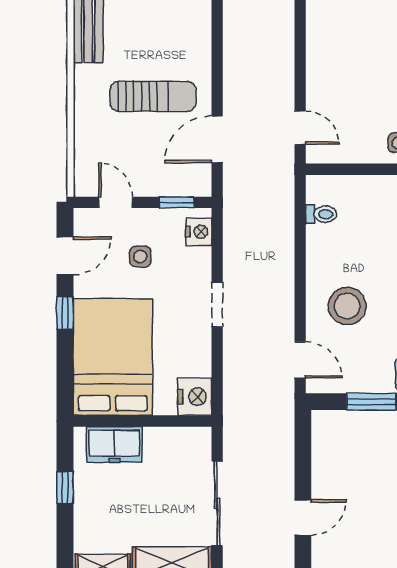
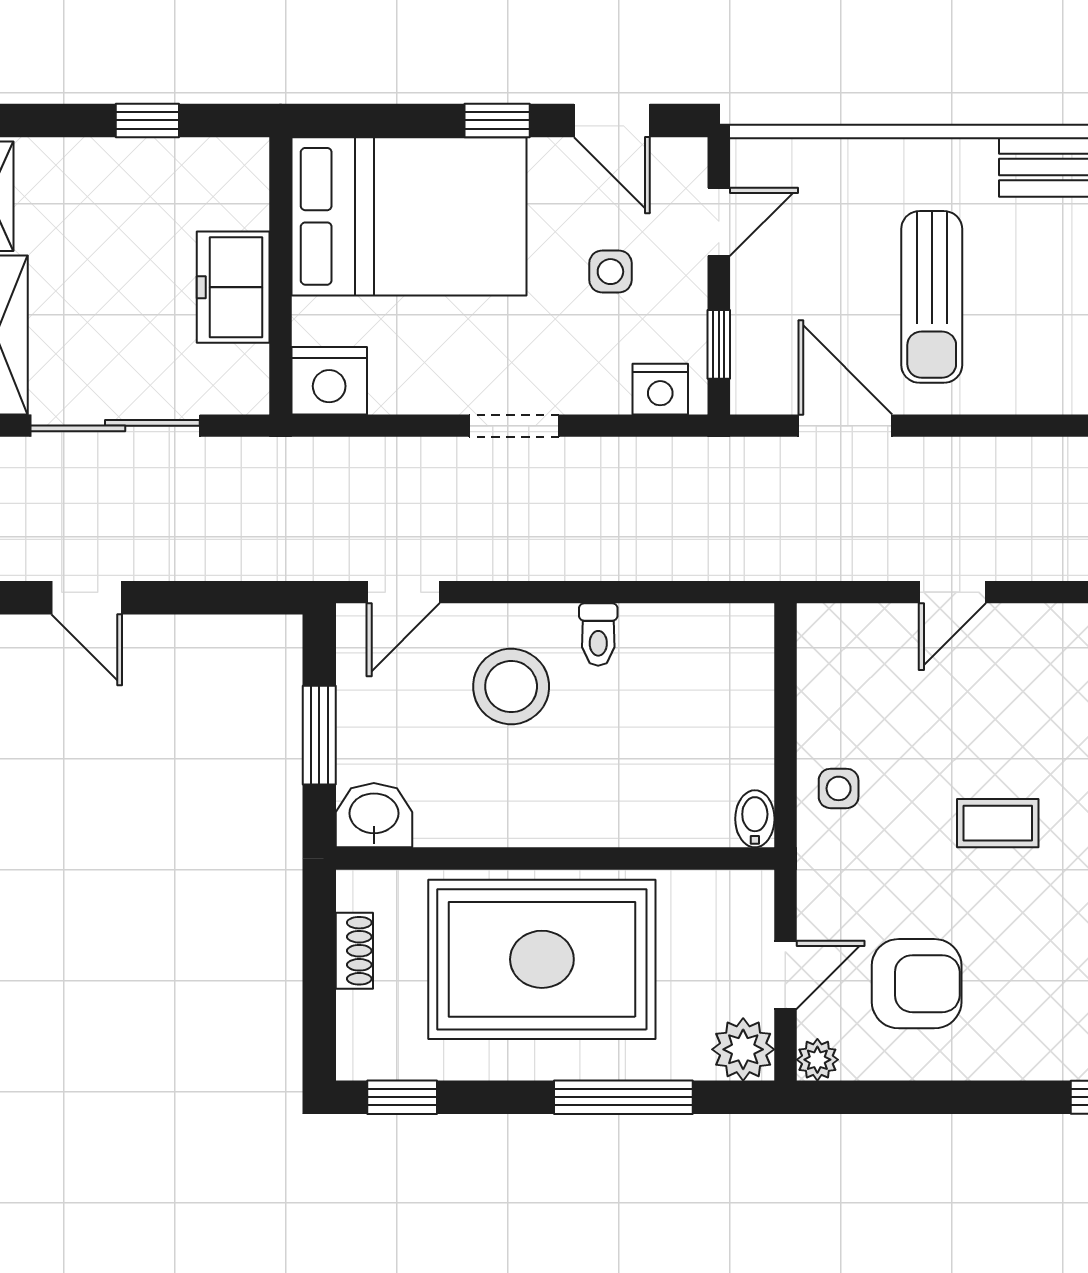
door: (300, 128) -> (952, 592), moved
toilet: (321, 214) -> (598, 635), moved
freezer: (114, 445) -> (233, 287), moved

